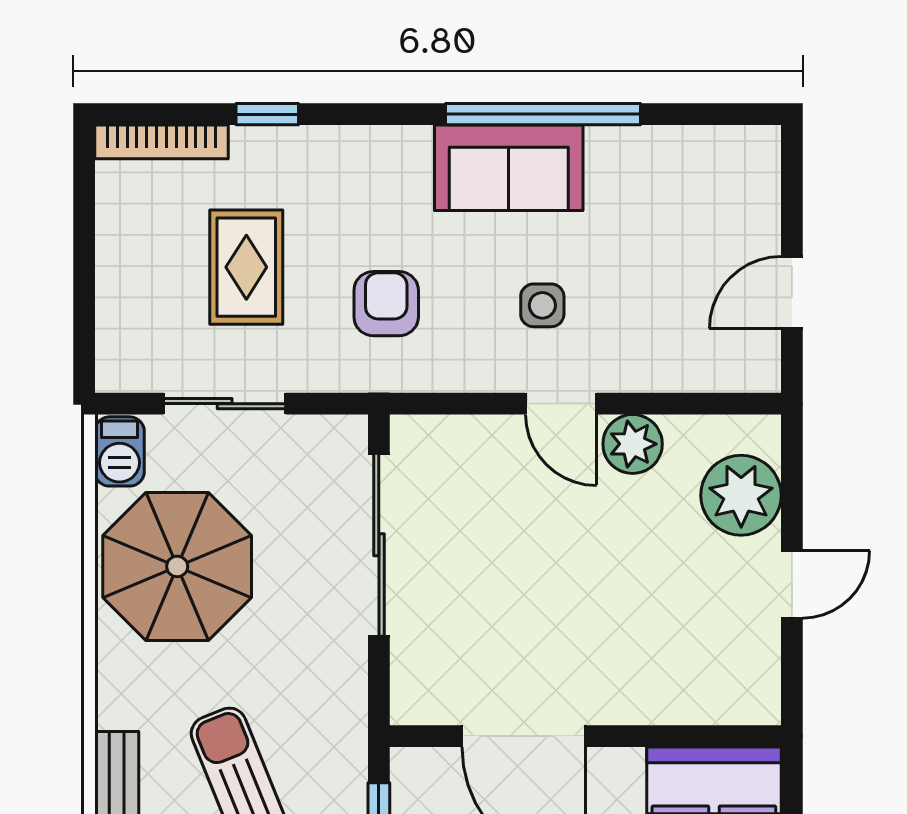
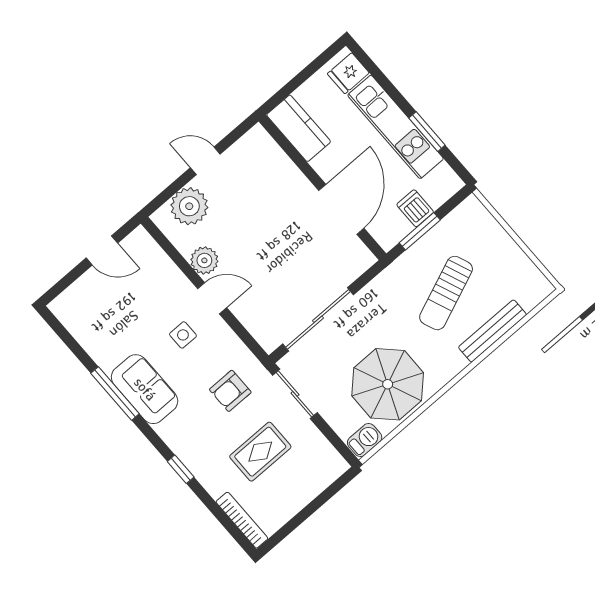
window: (267, 114) -> (181, 469), moved
window: (543, 114) -> (115, 393), width x0.68
sliding door: (225, 404) -> (295, 394), moved
door: (561, 404) -> (212, 298), hinge flipped

